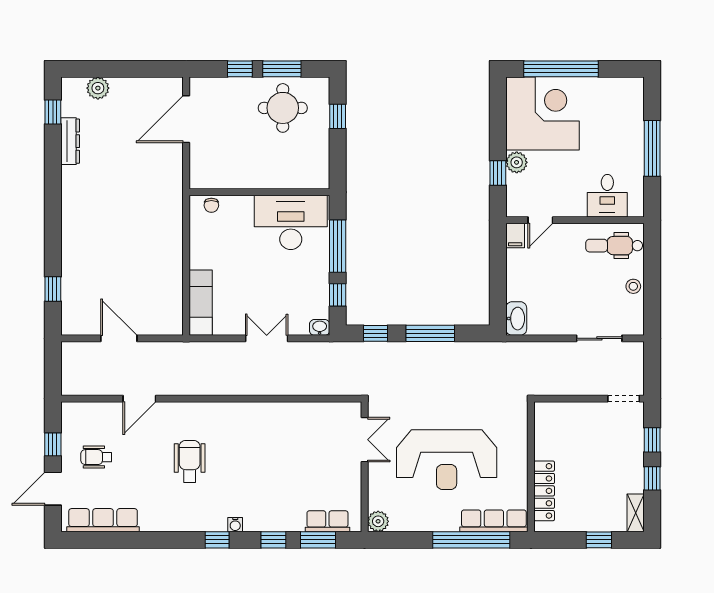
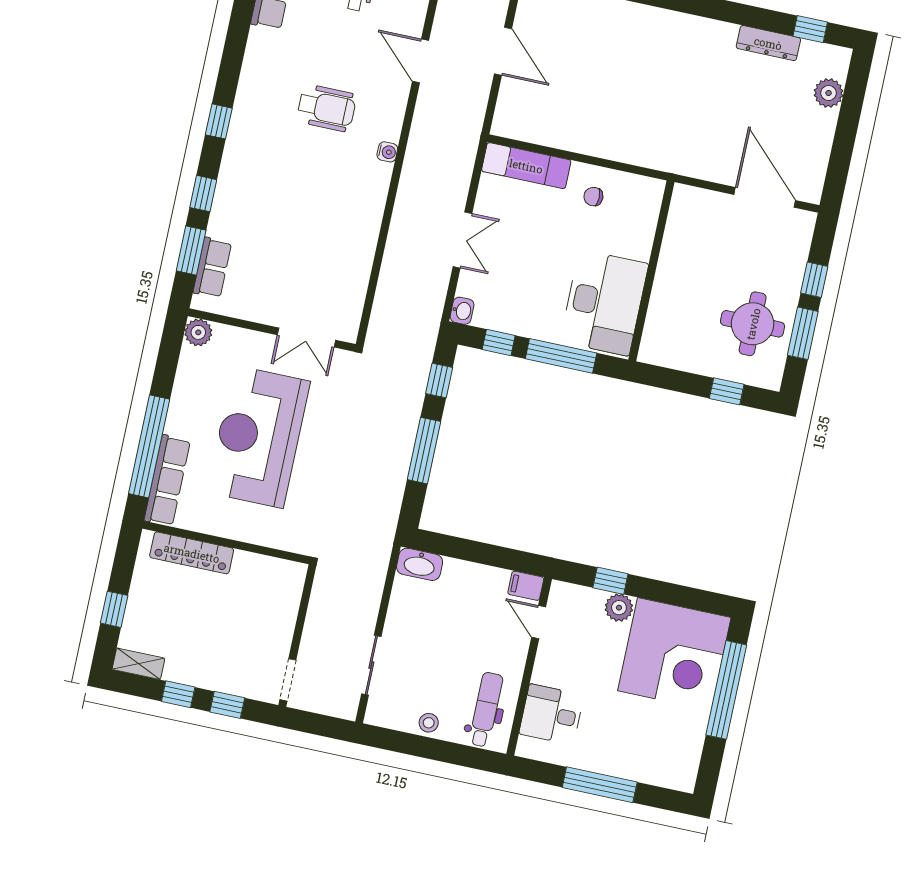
chair: (211, 205) -> (593, 197), moved
door: (119, 338) -> (503, 51), hinge flipped
water cooler: (235, 525) -> (387, 152), moved, turned 180

